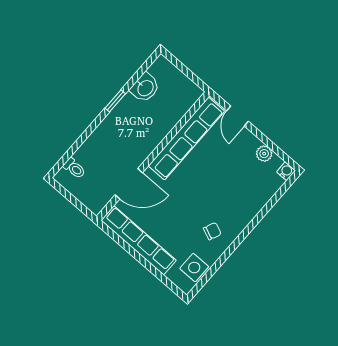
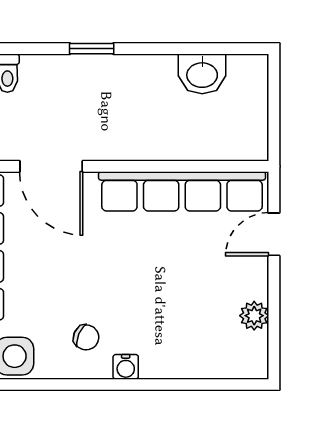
window: (115, 101) -> (92, 49), moved
water cooler: (286, 171) -> (126, 367), moved, turned 90

